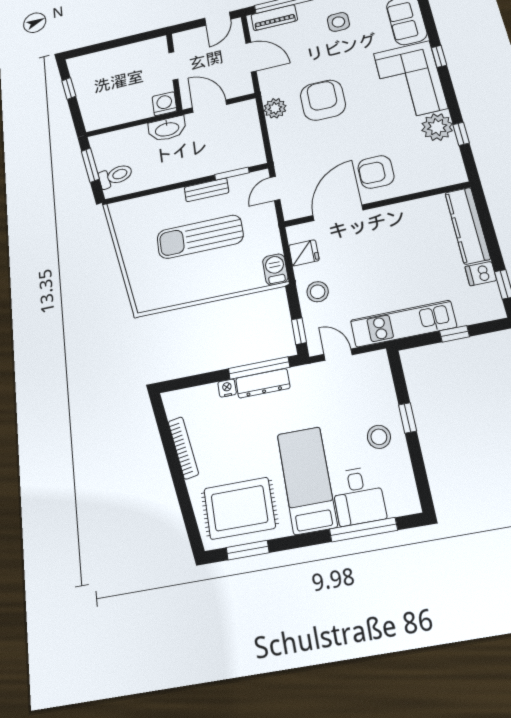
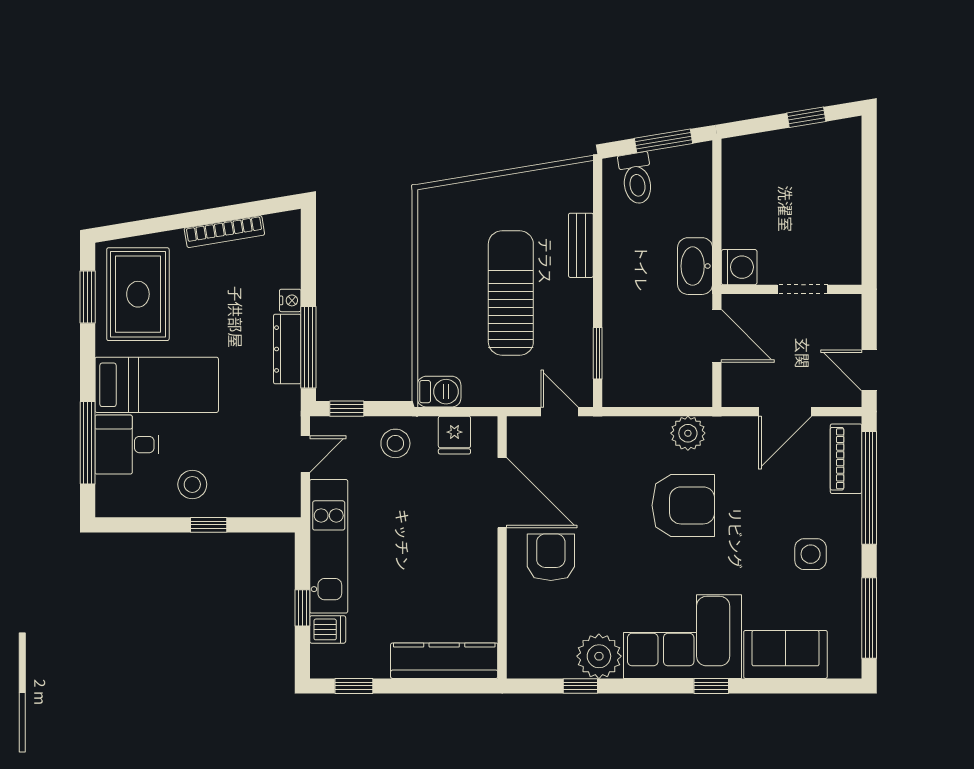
door: (209, 106) -> (717, 336), hinge flipped
bench: (207, 190) -> (581, 245), moved
dishwasher: (481, 274) -> (328, 629), moved, turned 90

